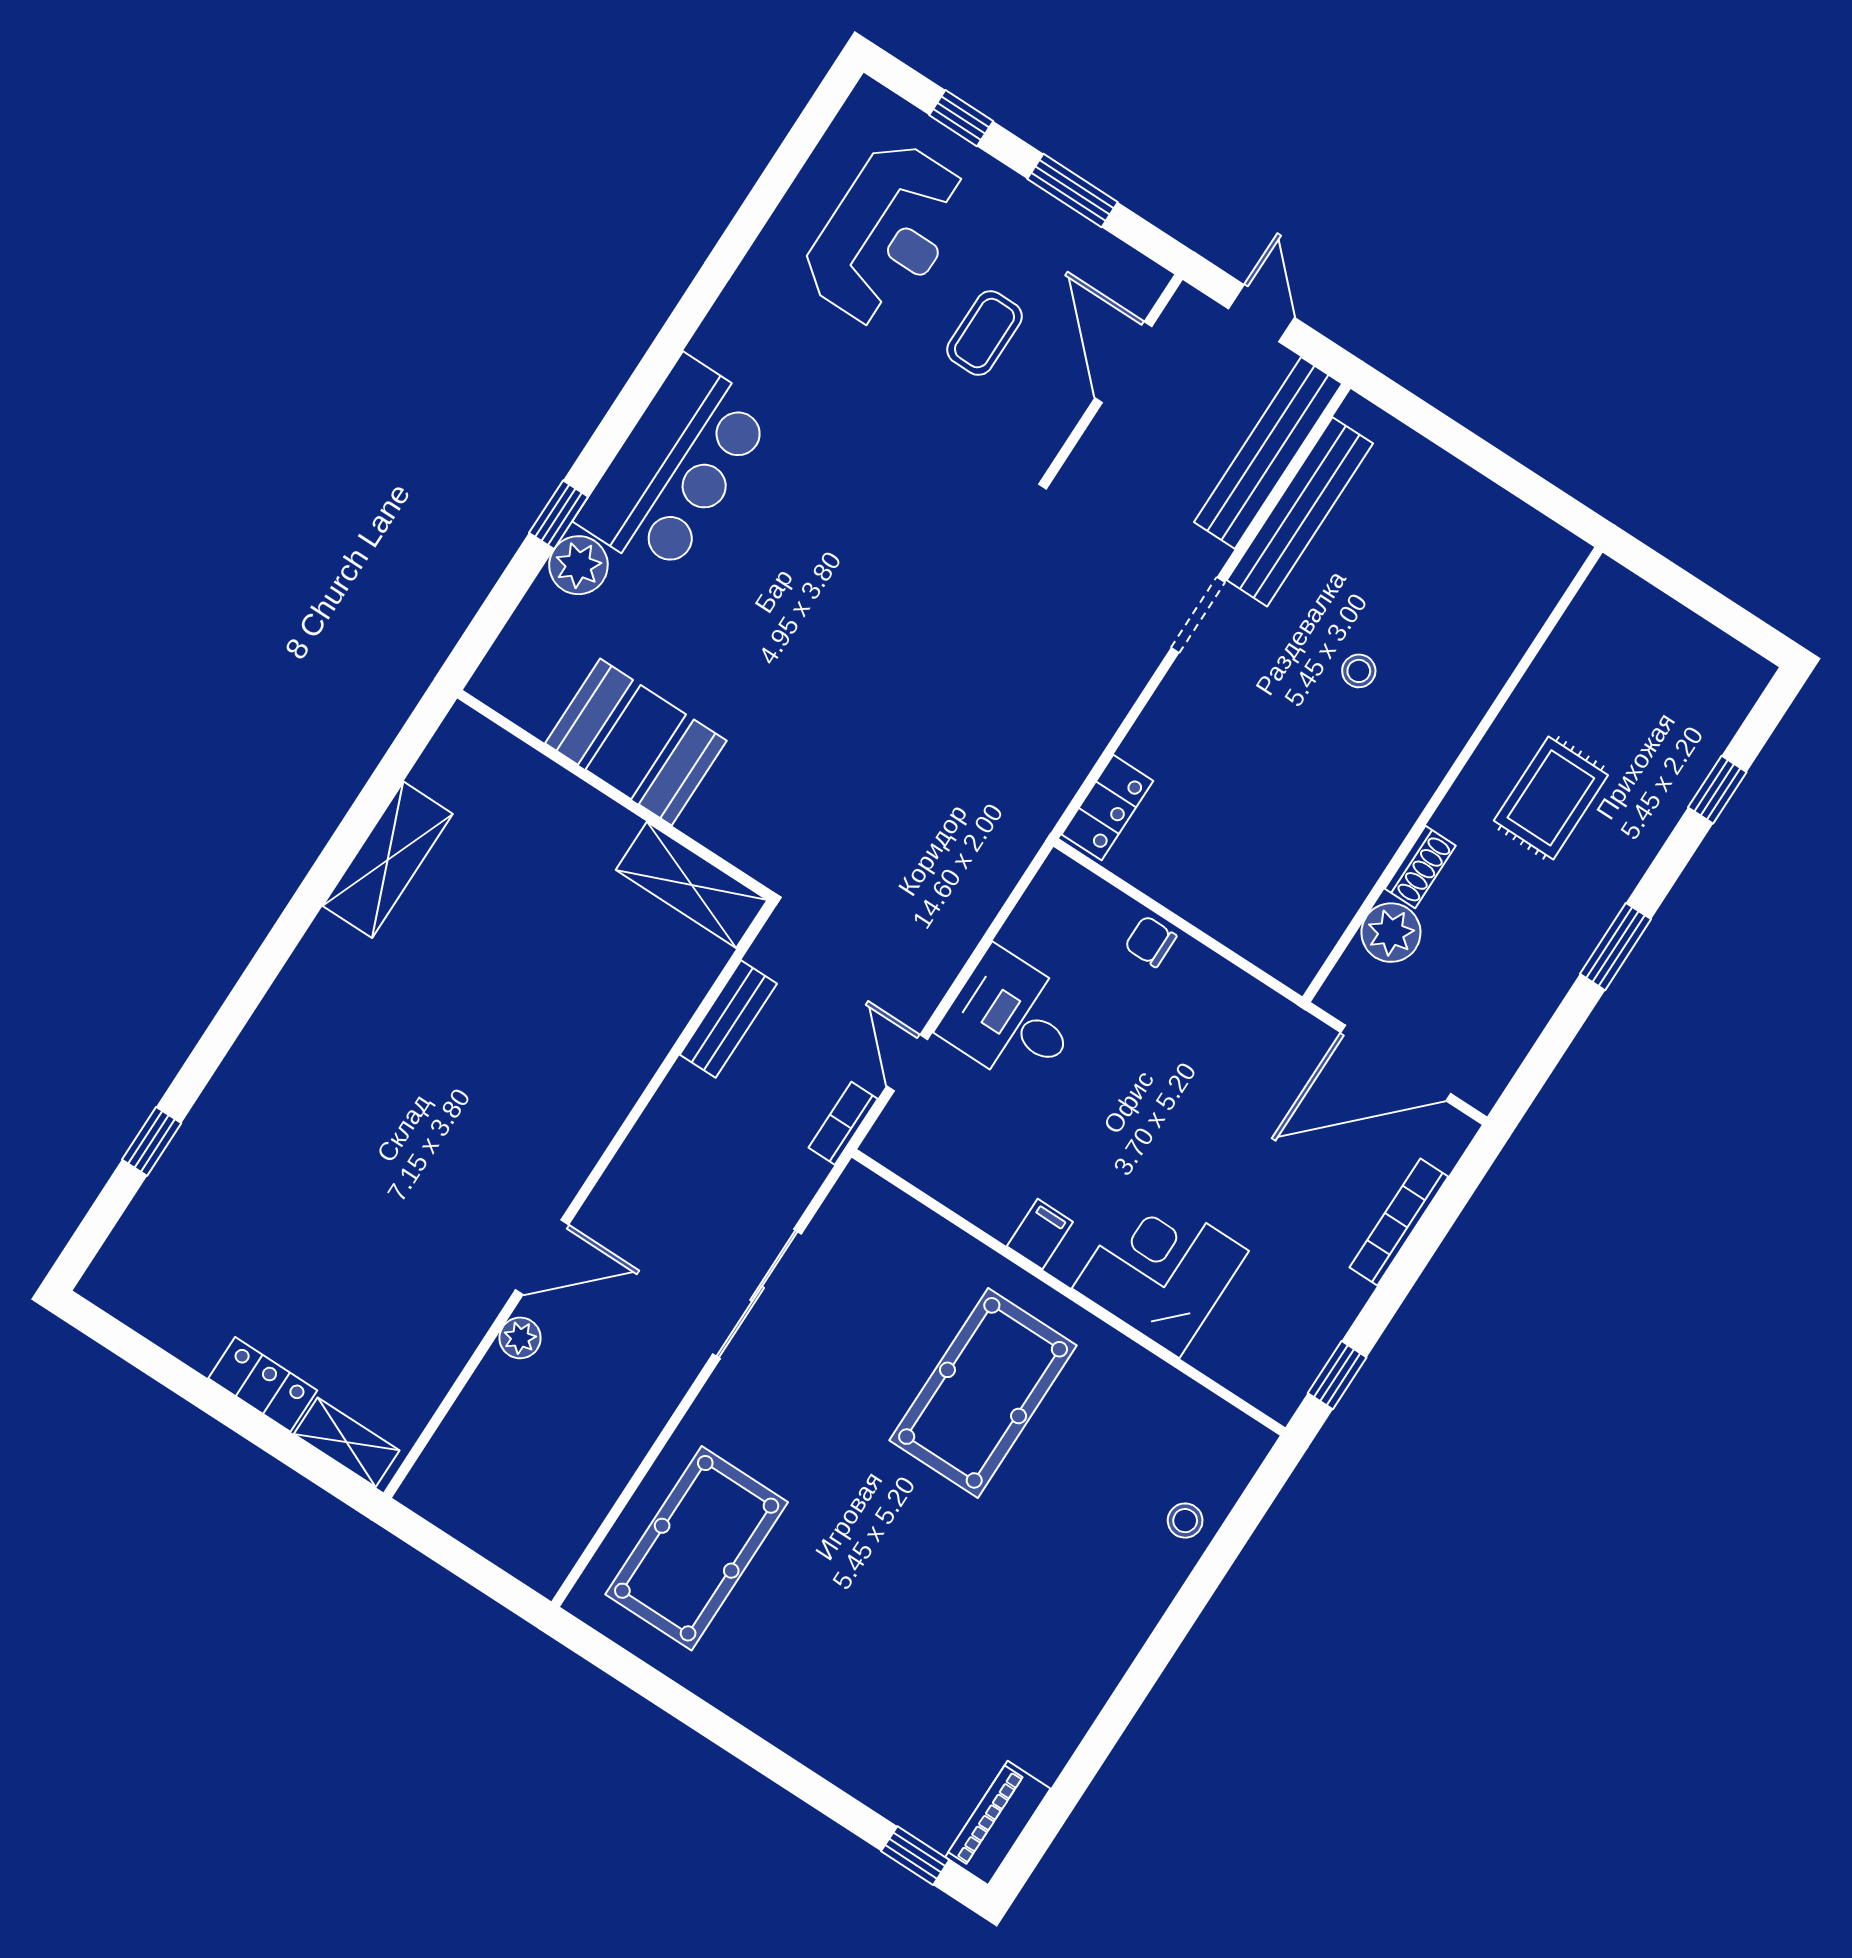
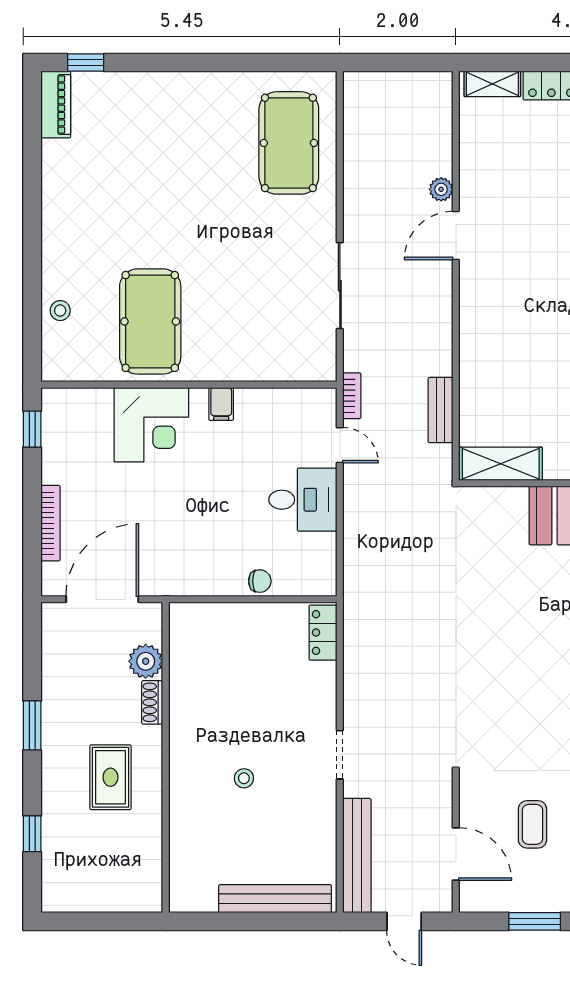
bench: (1300, 512) -> (275, 899), moved, turned 90
pool table: (983, 1393) -> (150, 321), moved

